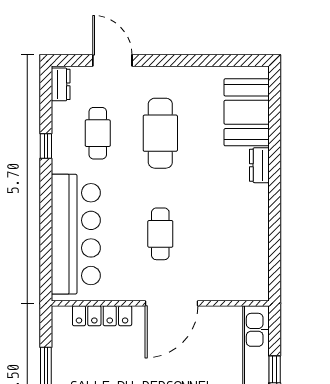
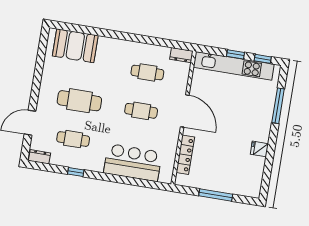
dresser: (259, 165) -> (181, 55), moved
bar counter: (76, 234) -> (133, 163), width x0.73
cafe table: (223, 234) -> (147, 72), added

